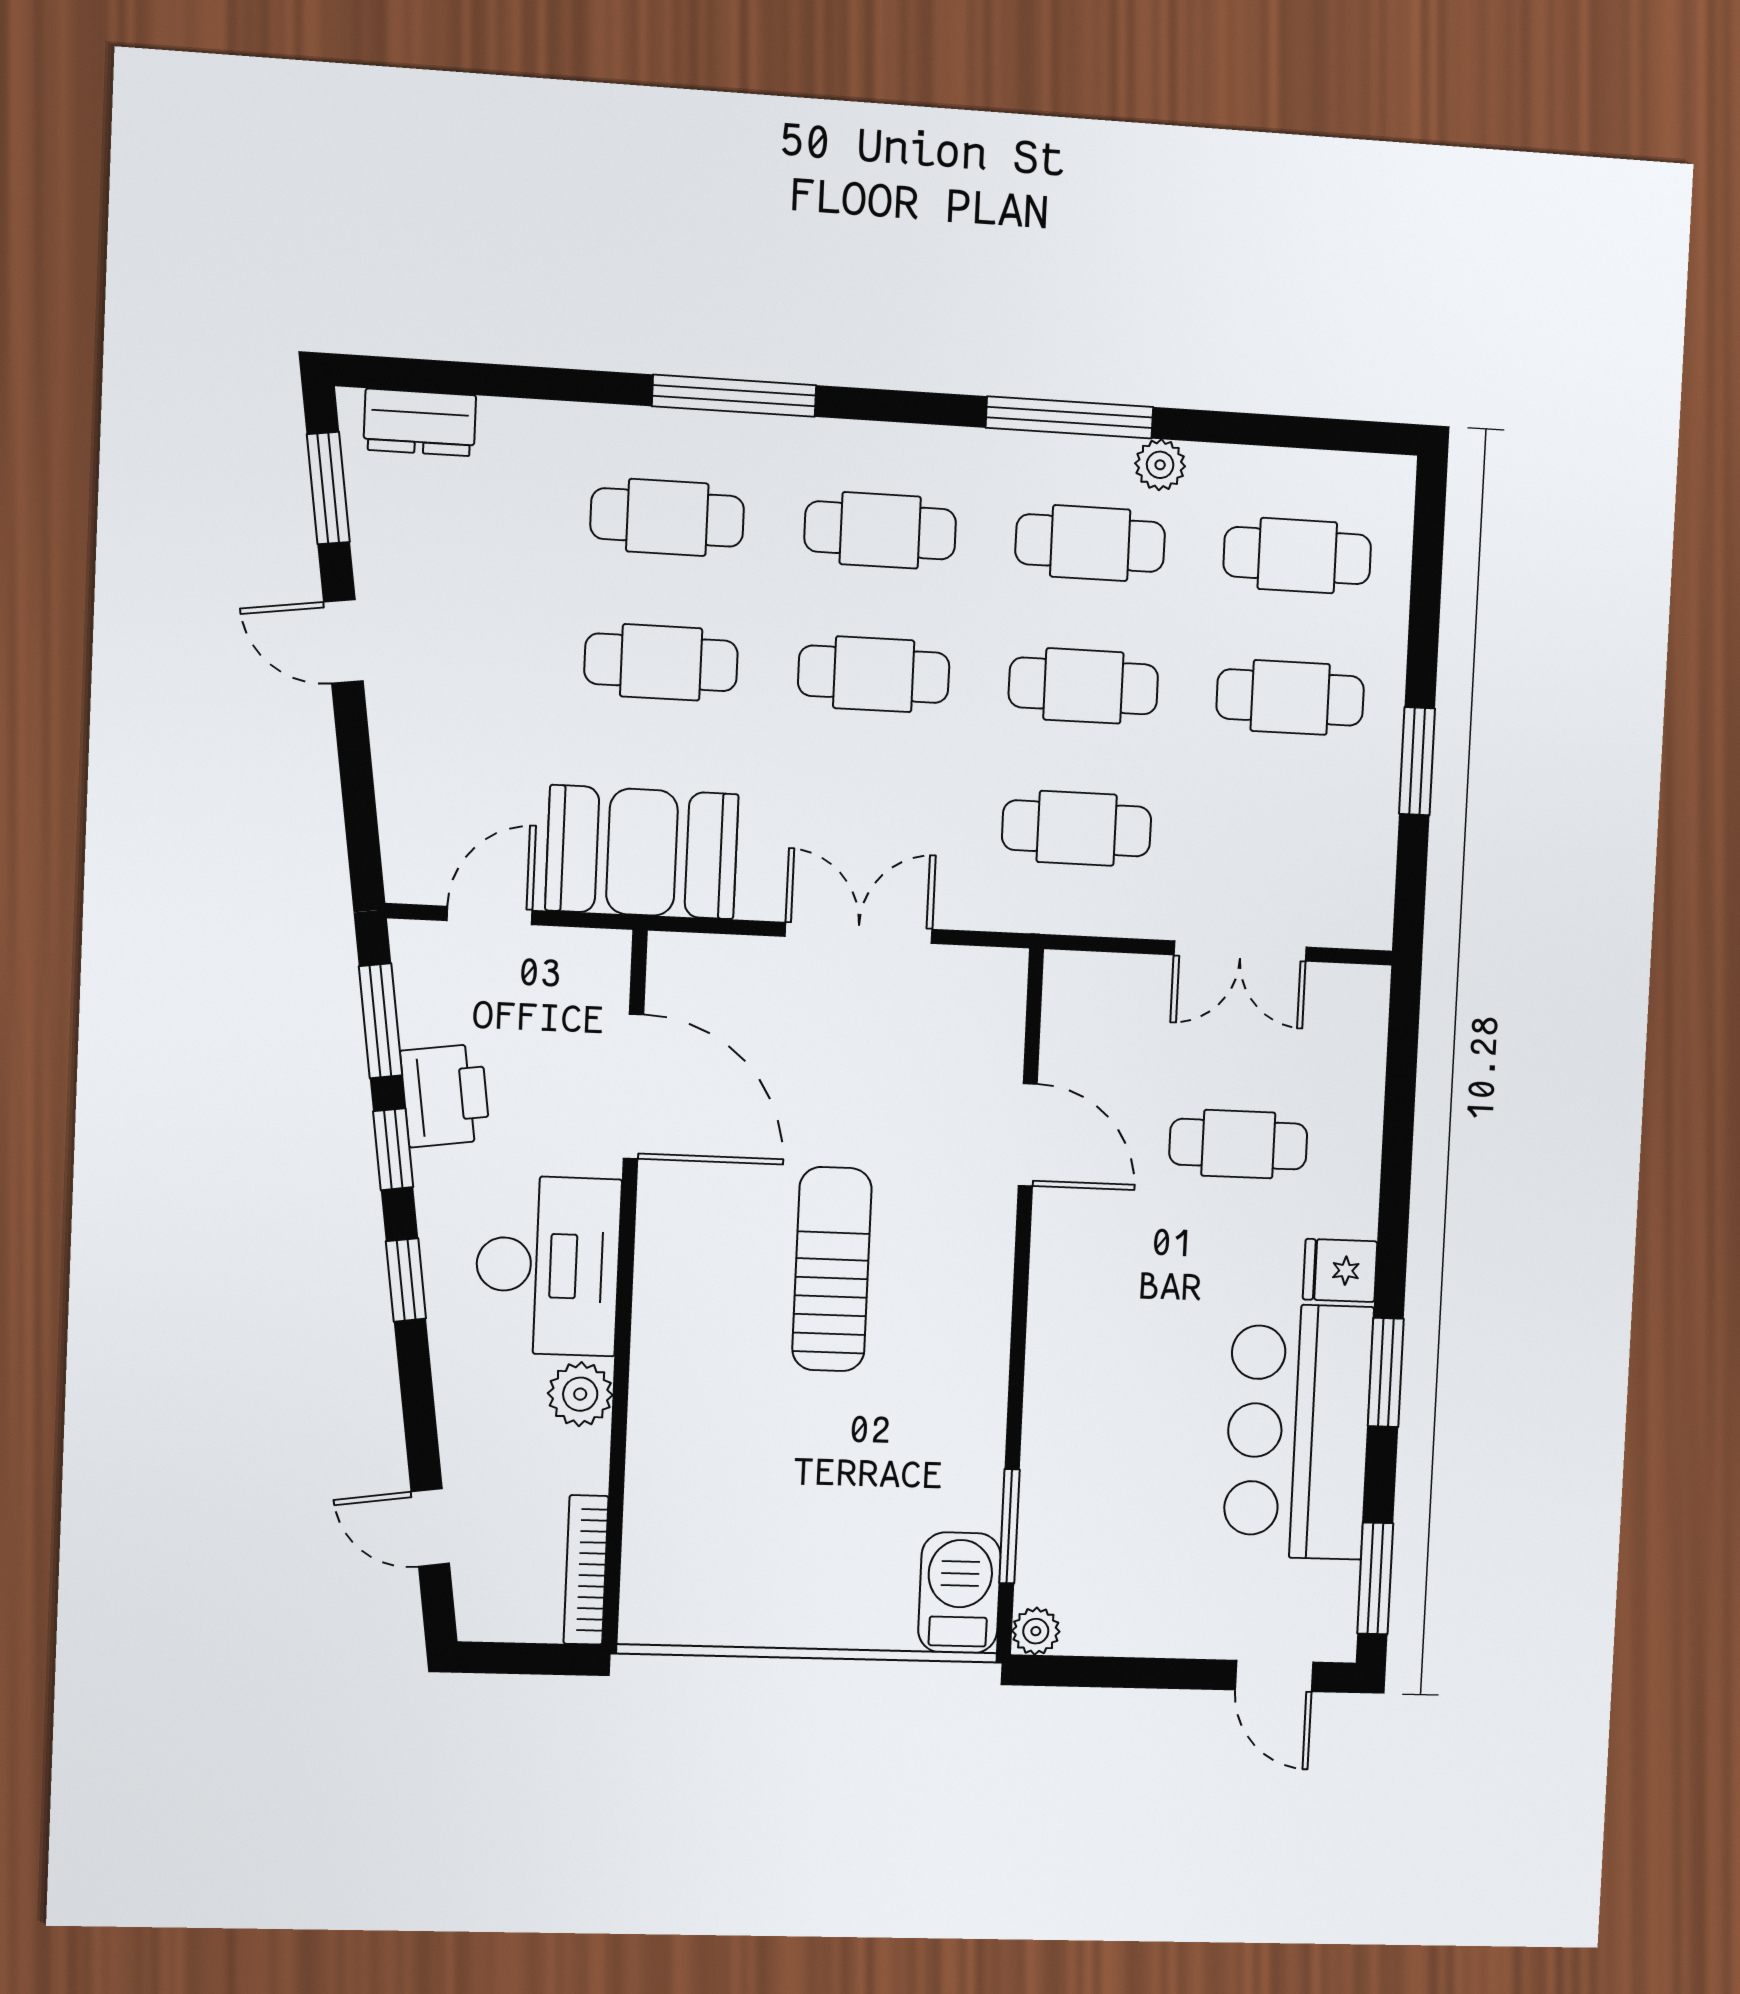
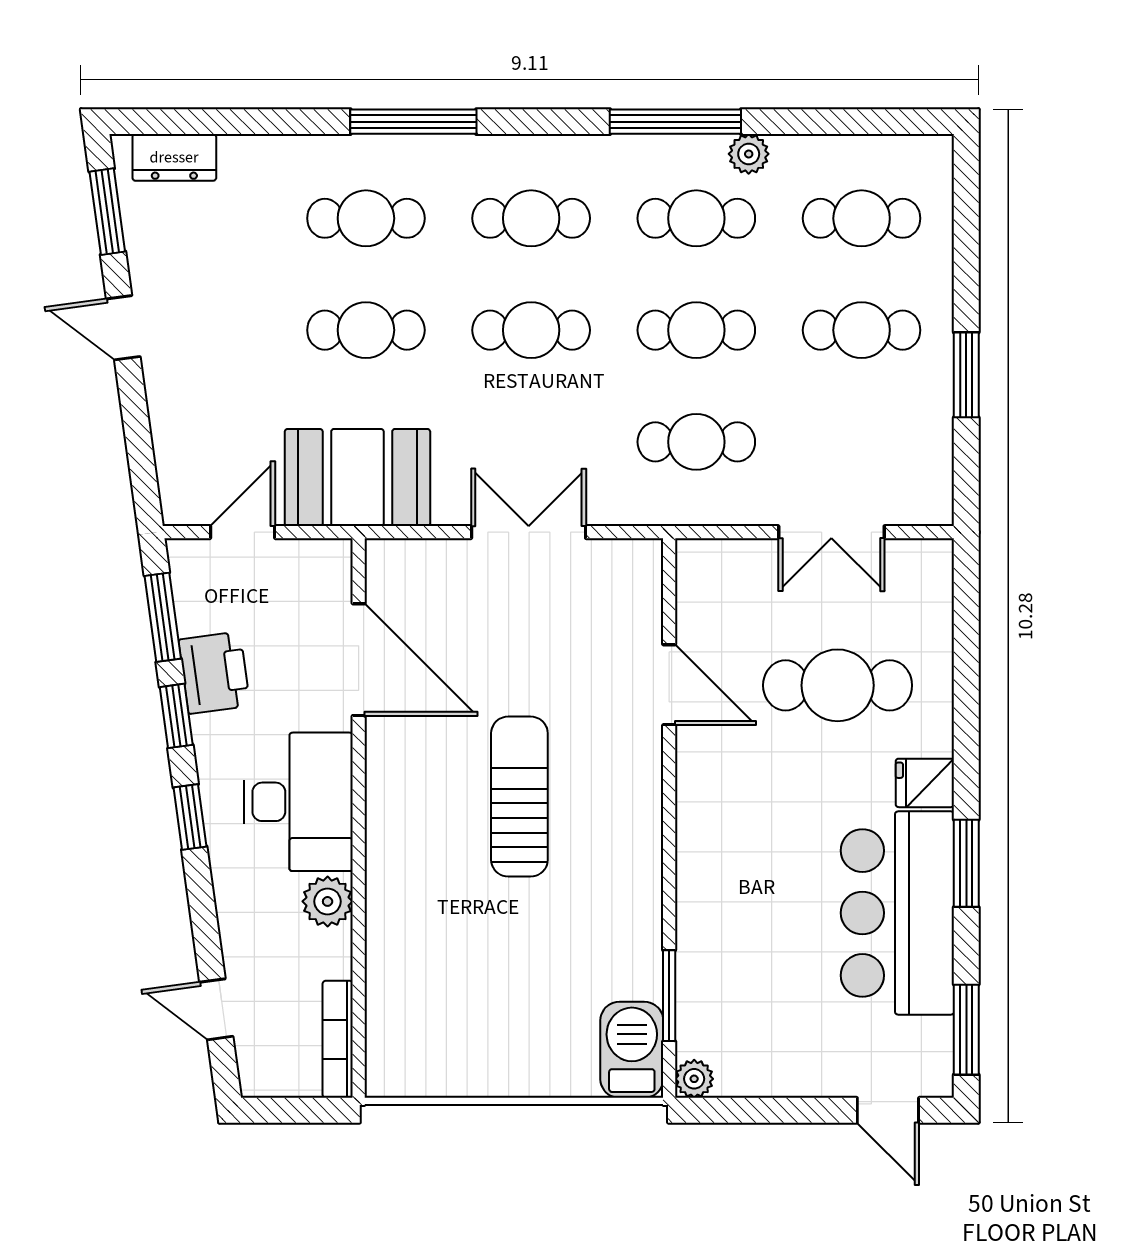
cafe table: (1238, 1144) -> (838, 685), width x1.37, depth x1.35

